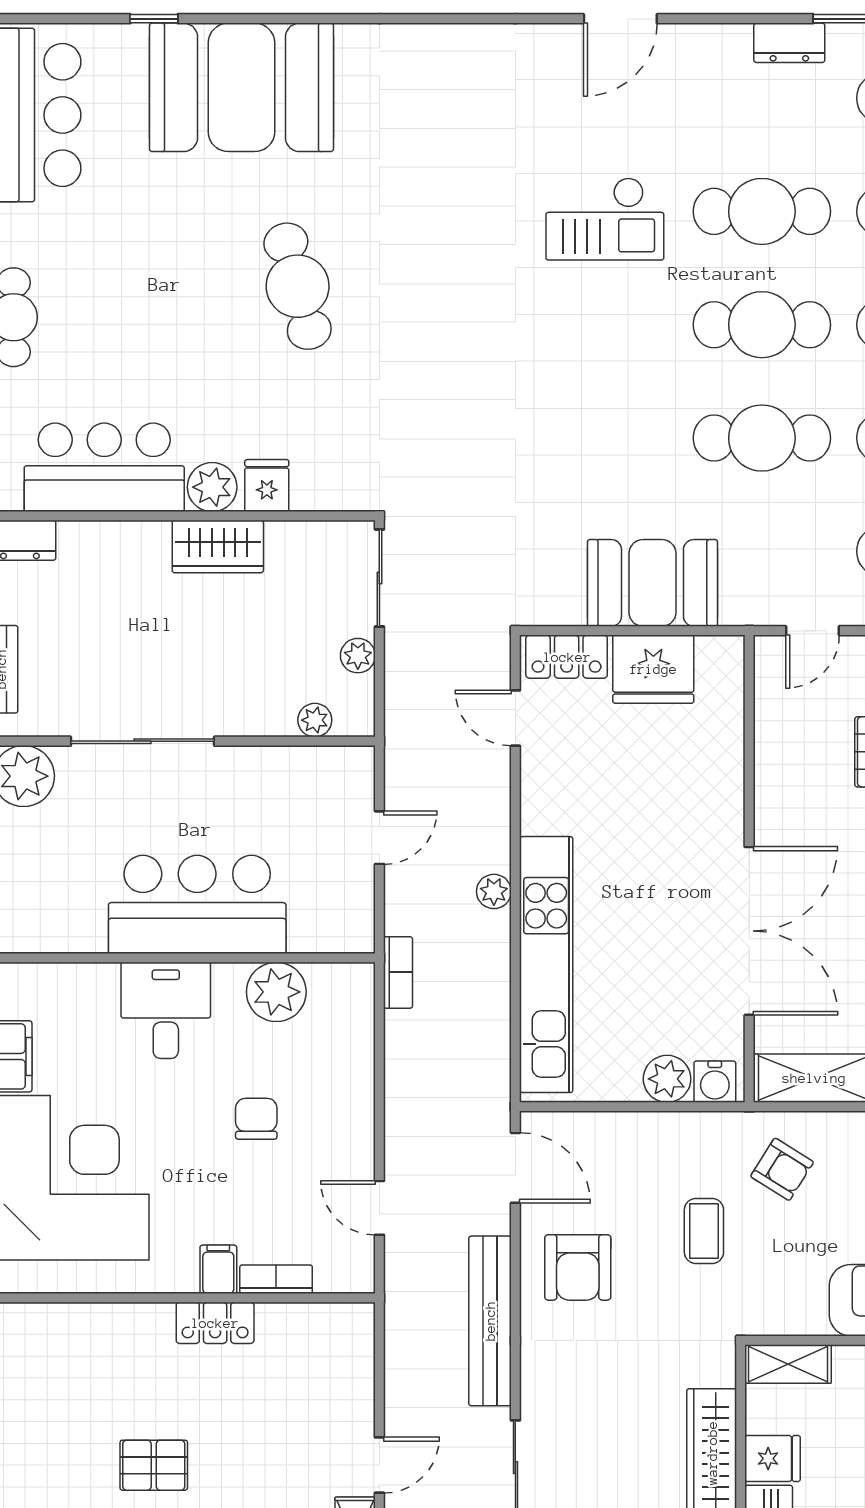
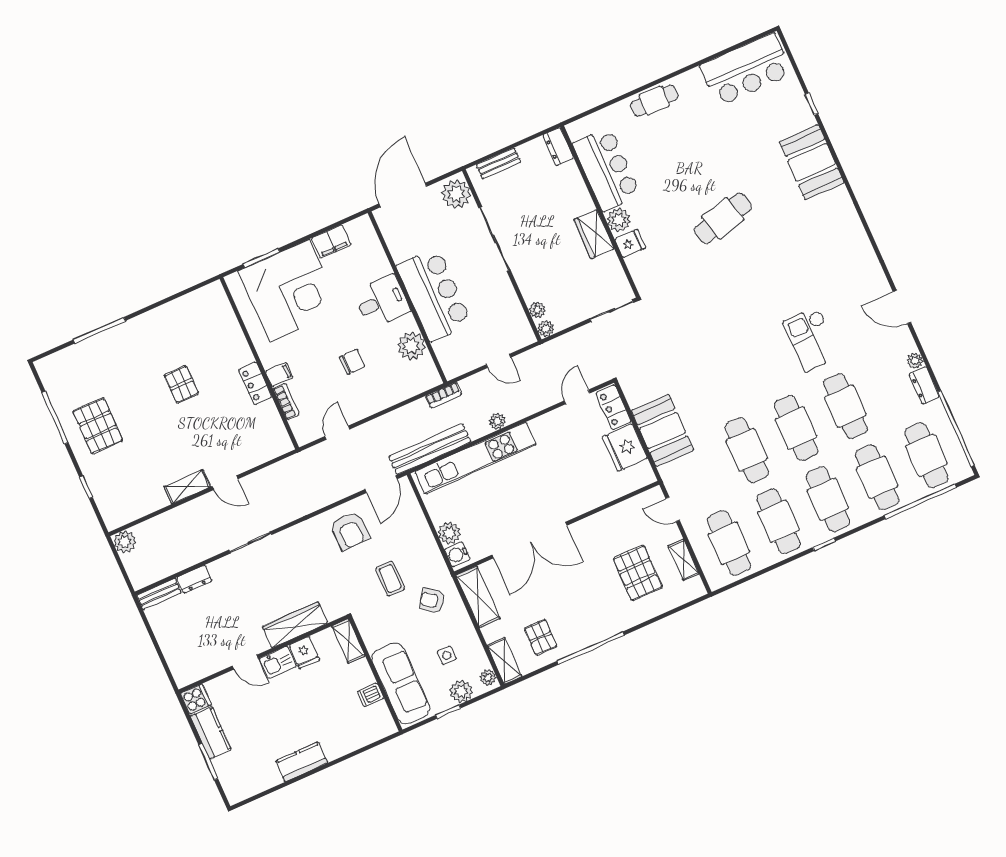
plant: (734, 39) -> (915, 361), added
booth: (241, 87) -> (812, 162), width x0.73, depth x0.70
plant: (358, 656) -> (546, 329), moved
armchair: (782, 1169) -> (432, 601), turned 95
coffee table: (704, 1231) -> (390, 579), turned 90
armchair: (578, 1267) -> (350, 531), turned -90
bench: (490, 1321) -> (430, 449), moved

